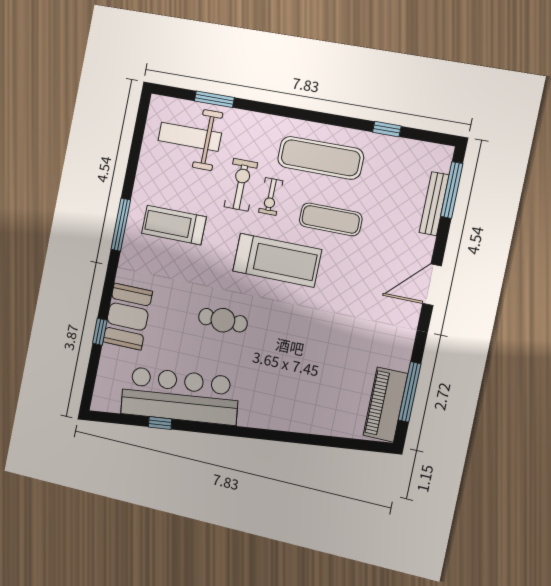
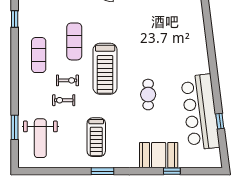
exercise mat: (320, 158) -> (39, 55), width x0.73, depth x0.69
exercise bike: (241, 185) -> (64, 100), width x0.73, depth x0.72
window: (121, 225) -> (103, 171), width x0.69
treadmill: (277, 260) -> (105, 69), turned 180

